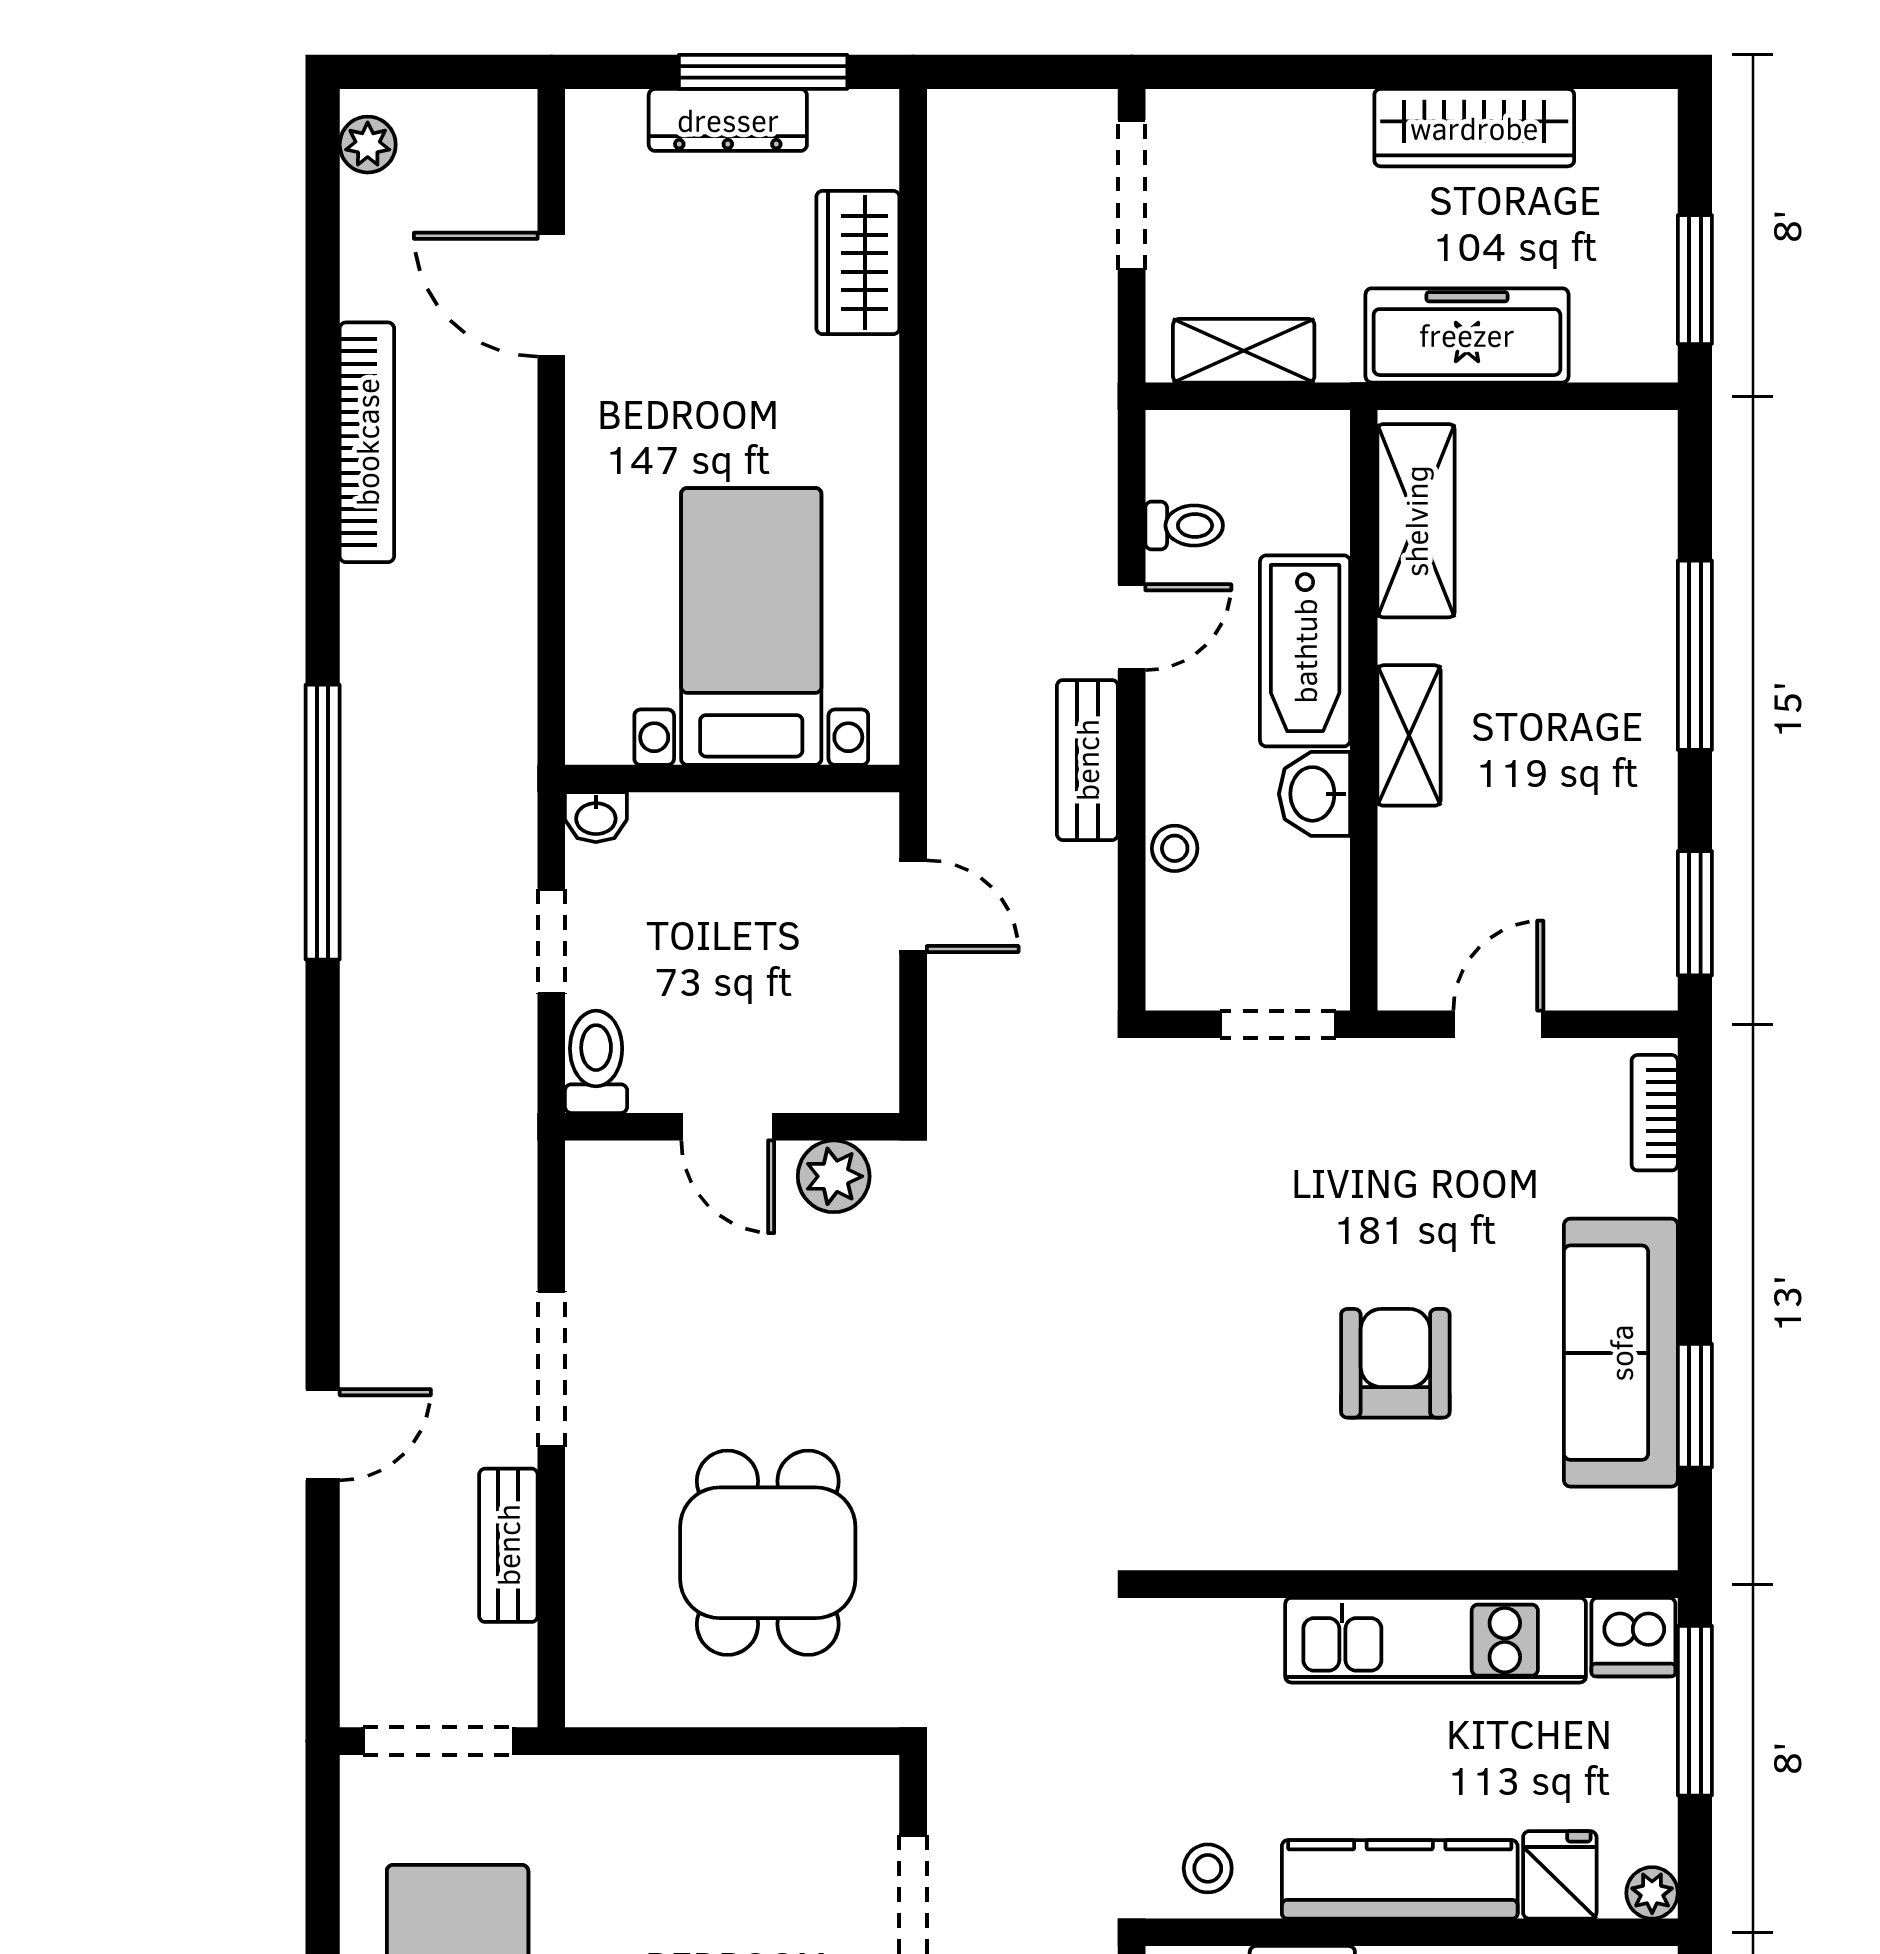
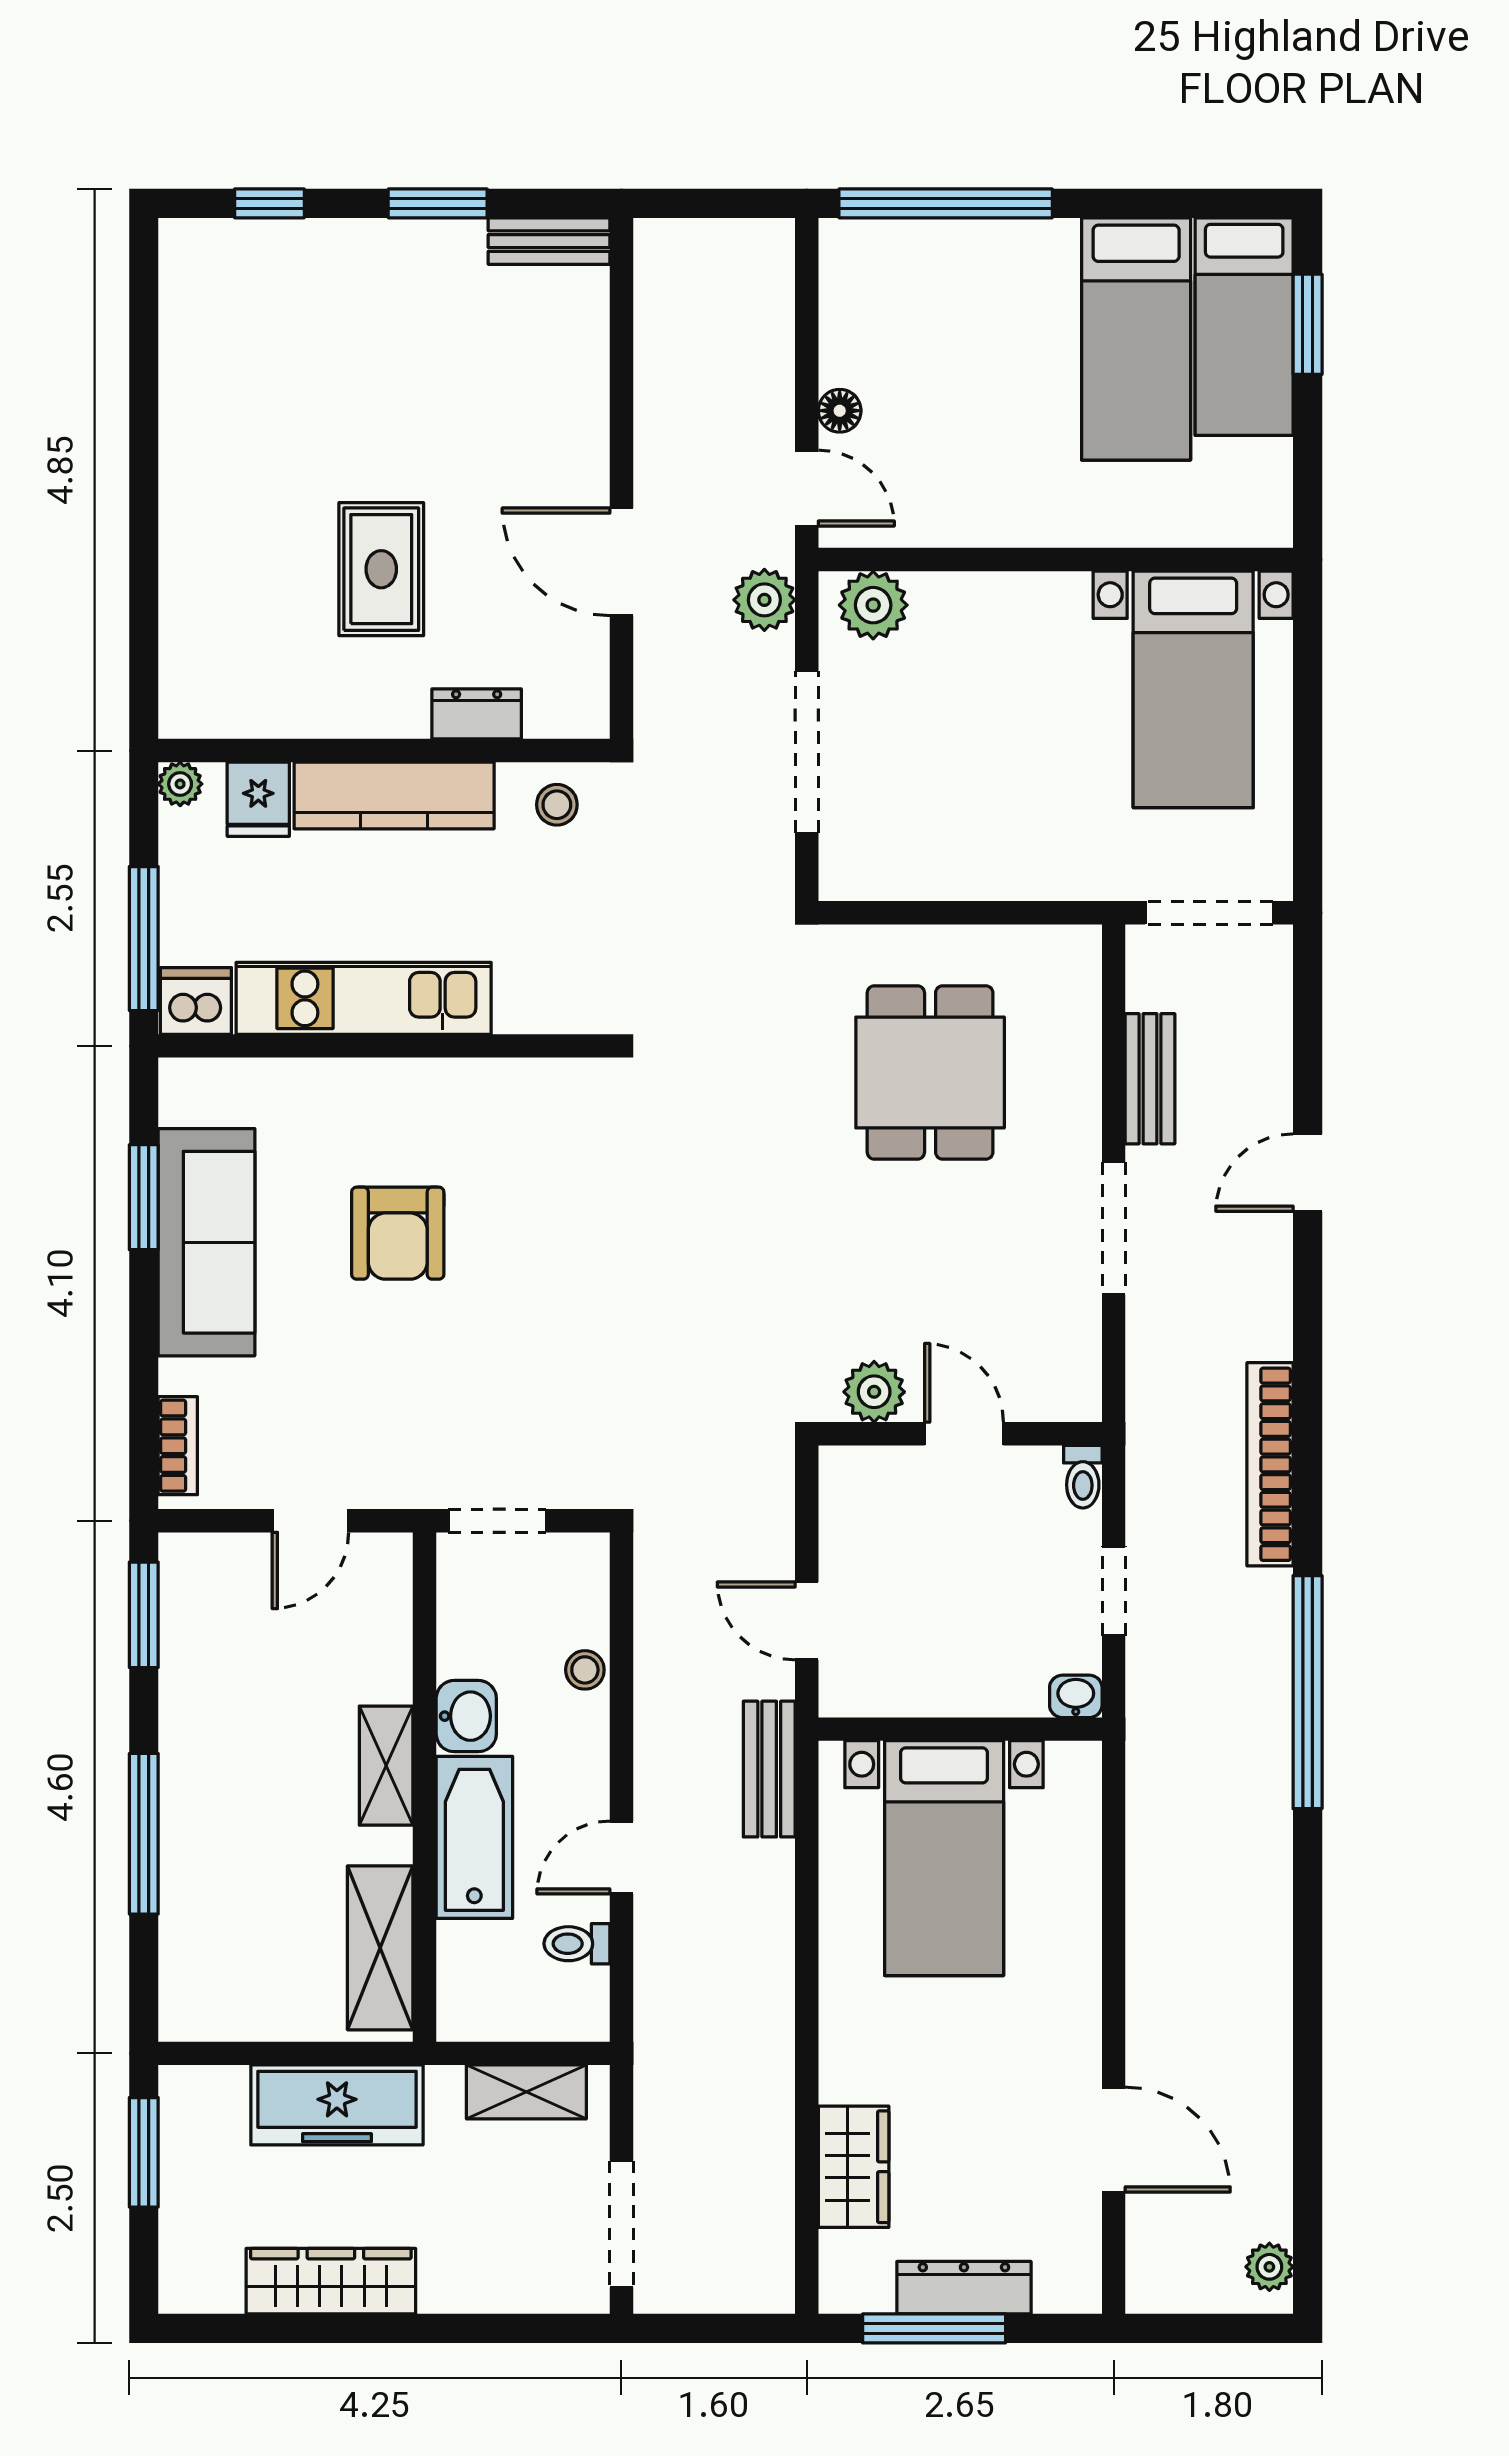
bookcase: (367, 442) -> (1270, 1464), moved
bench: (1087, 760) -> (769, 1769), moved
toilet: (596, 1062) -> (1083, 1477), width x0.73, depth x0.72

